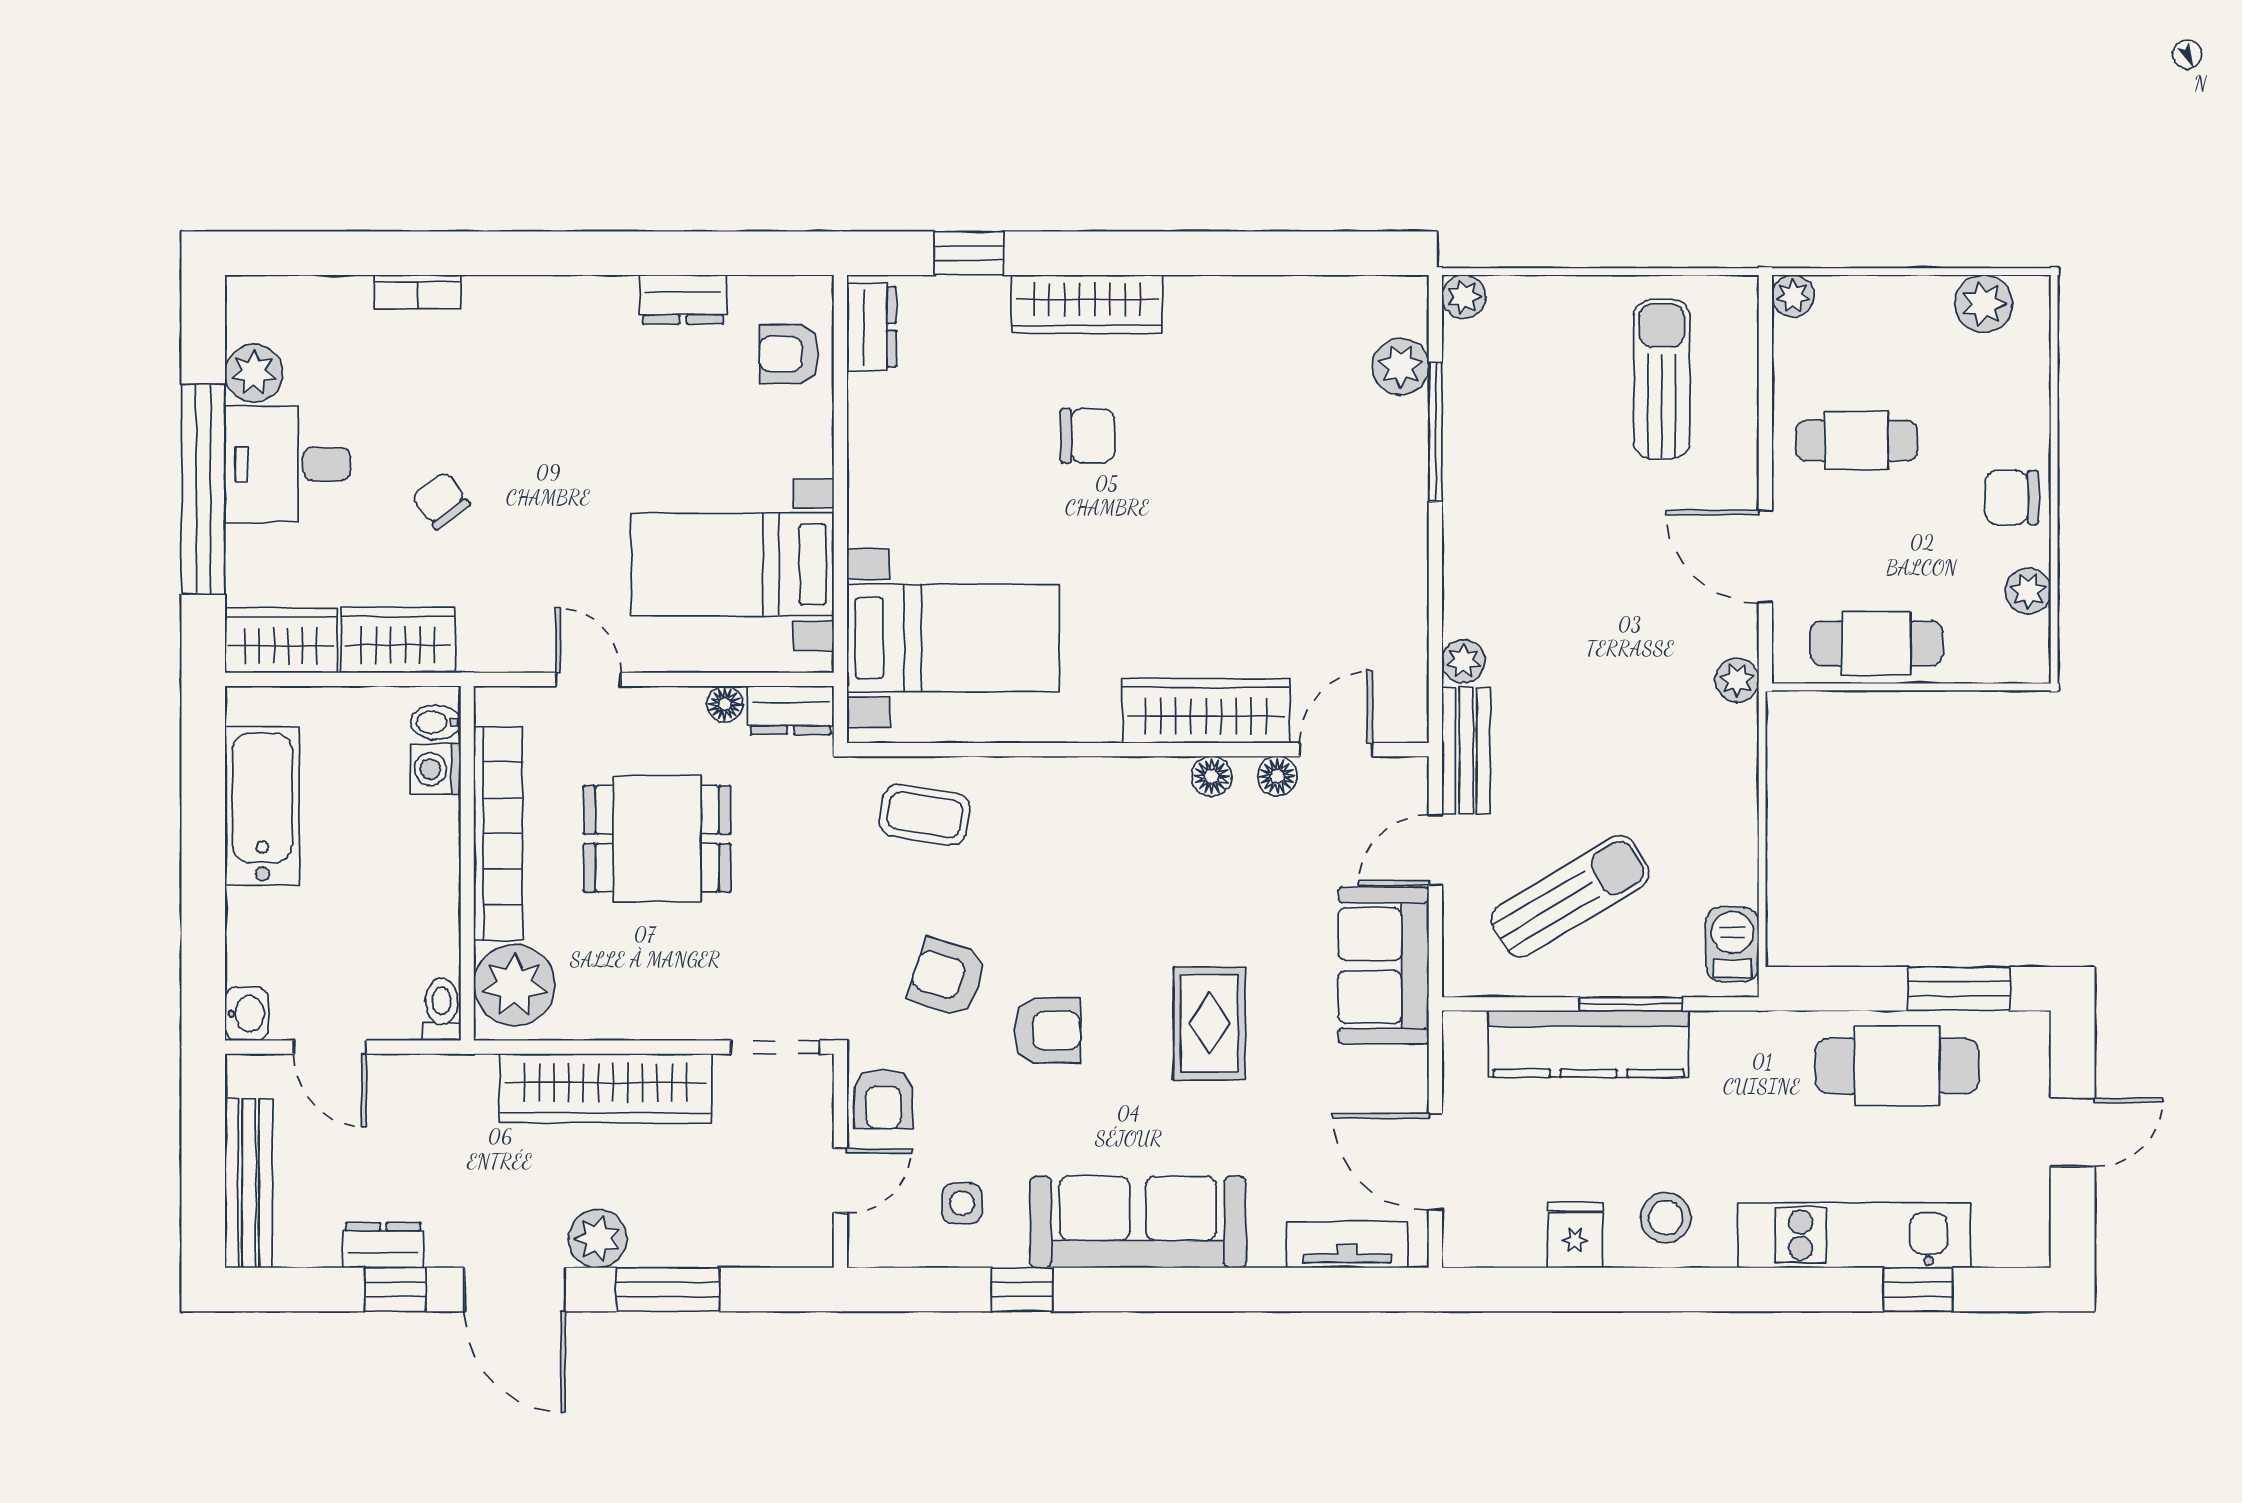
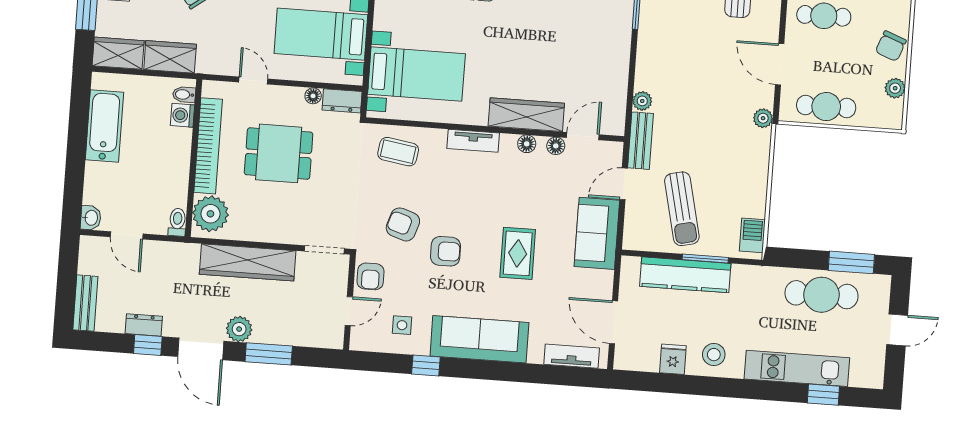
chair: (2011, 497) -> (891, 46), turned -69
tv unit: (1091, 778) -> (473, 141), added
sun lounger: (1570, 896) -> (682, 209), turned 108
bench: (249, 1183) -> (85, 303), width x0.73

